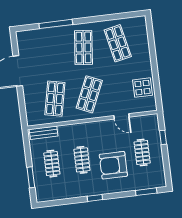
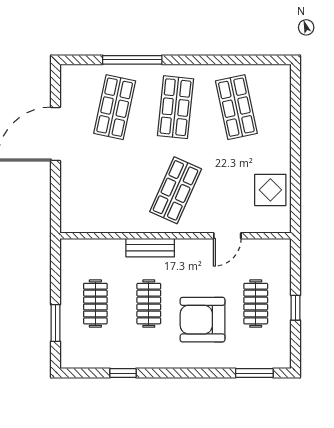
shop shelf: (55, 99) -> (115, 107), moved
door: (121, 116) -> (227, 236), hinge flipped
bench: (44, 133) -> (150, 248), moved
window: (163, 137) -> (296, 308), moved
window: (95, 198) -> (123, 373), moved

